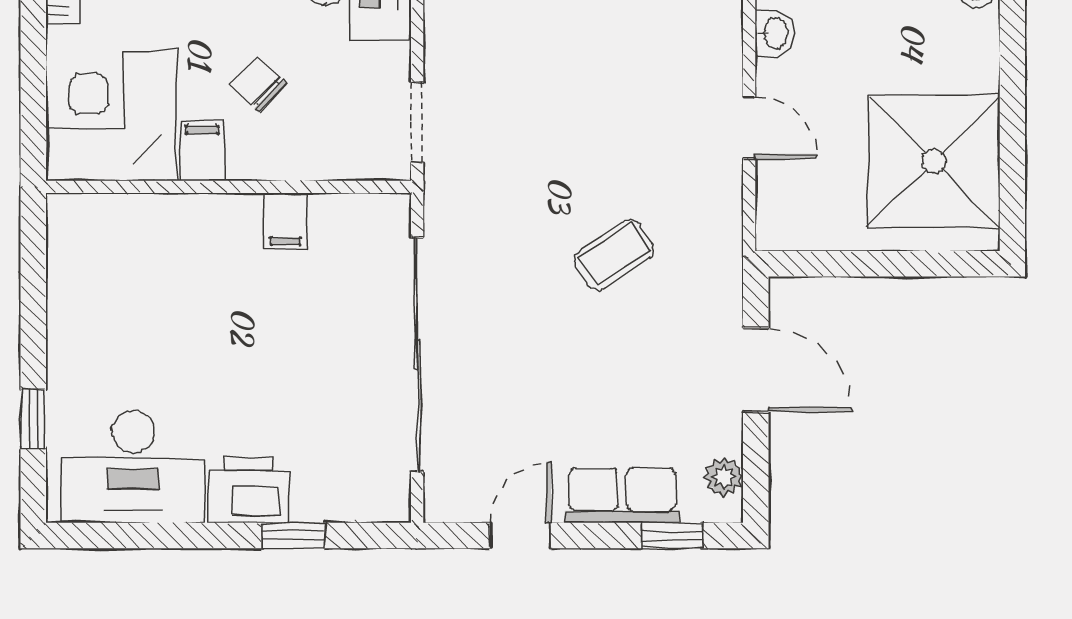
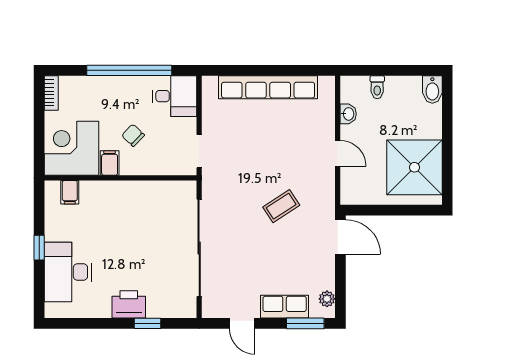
filing cabinet: (286, 221) -> (70, 192), moved
door: (756, 370) -> (340, 237), moved
window: (33, 419) -> (39, 248), moved
desk: (133, 467) -> (68, 272), moved, turned 90
door: (520, 536) -> (242, 323), swing flipped
window: (672, 536) -> (305, 323), width x1.50

